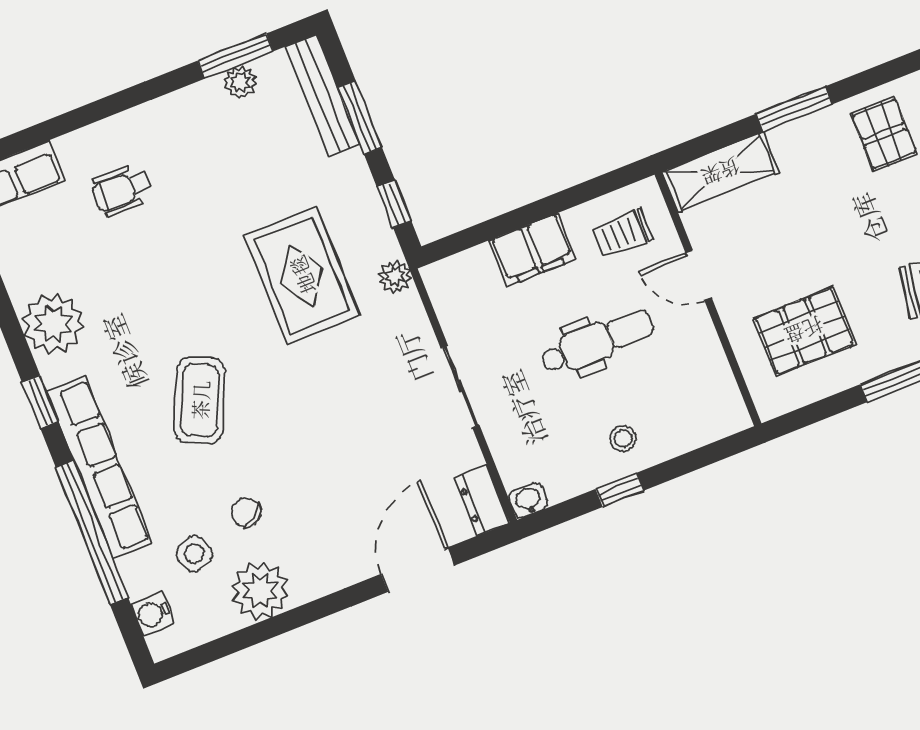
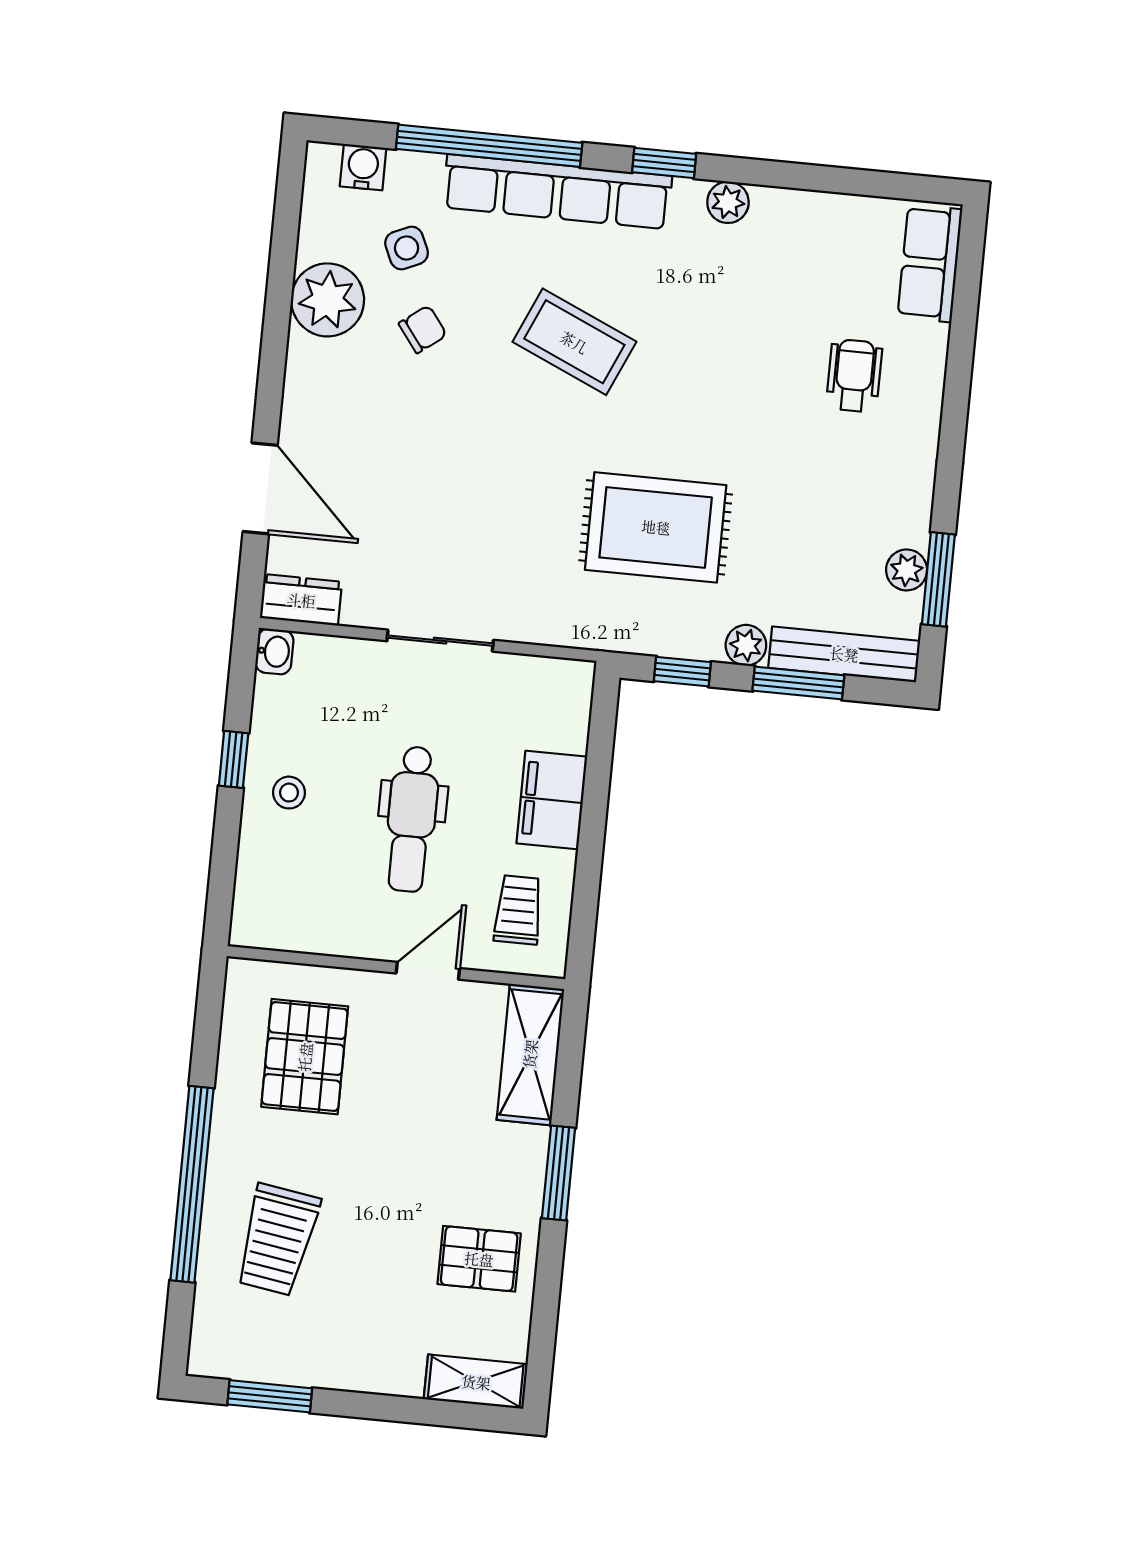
plant: (395, 276) -> (746, 645), moved
plant: (53, 324) -> (728, 202), width x0.53, depth x0.53

